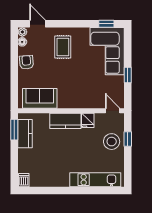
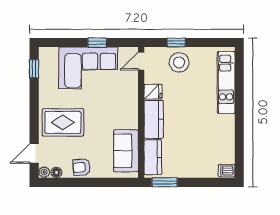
rug: (63, 47) -> (63, 122), width x1.36, depth x1.43
corner sofa: (107, 51) -> (88, 68), moved
kitchen counter: (25, 134) -> (153, 157), moved, turned 90

